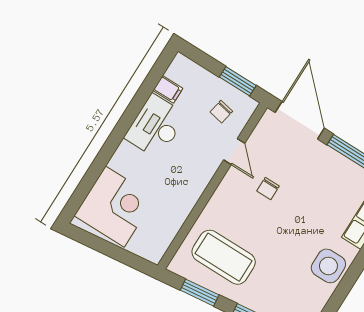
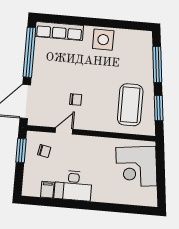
corner desk: (115, 207) -> (136, 167), moved, turned -97

